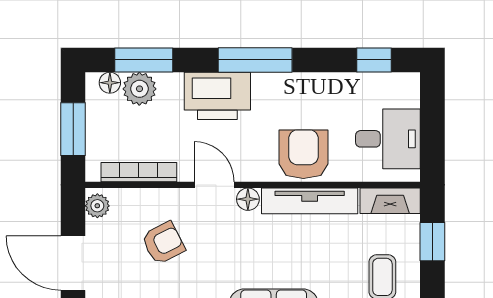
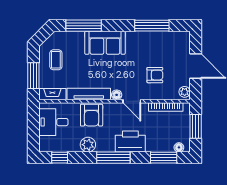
plant: (139, 89) -> (88, 145), moved
window: (432, 242) -> (33, 76), width x1.50
armchair: (163, 243) -> (155, 75), turned -153

